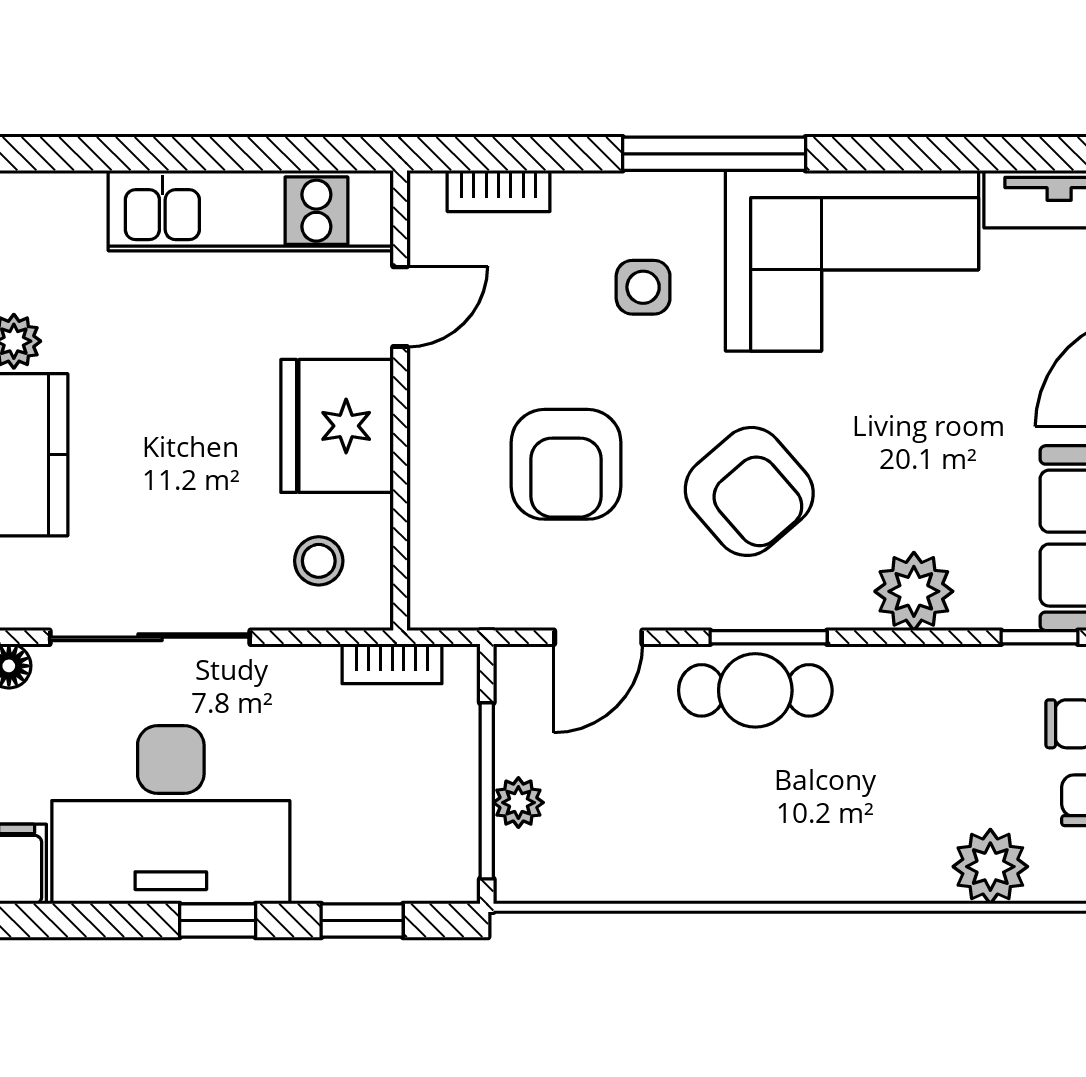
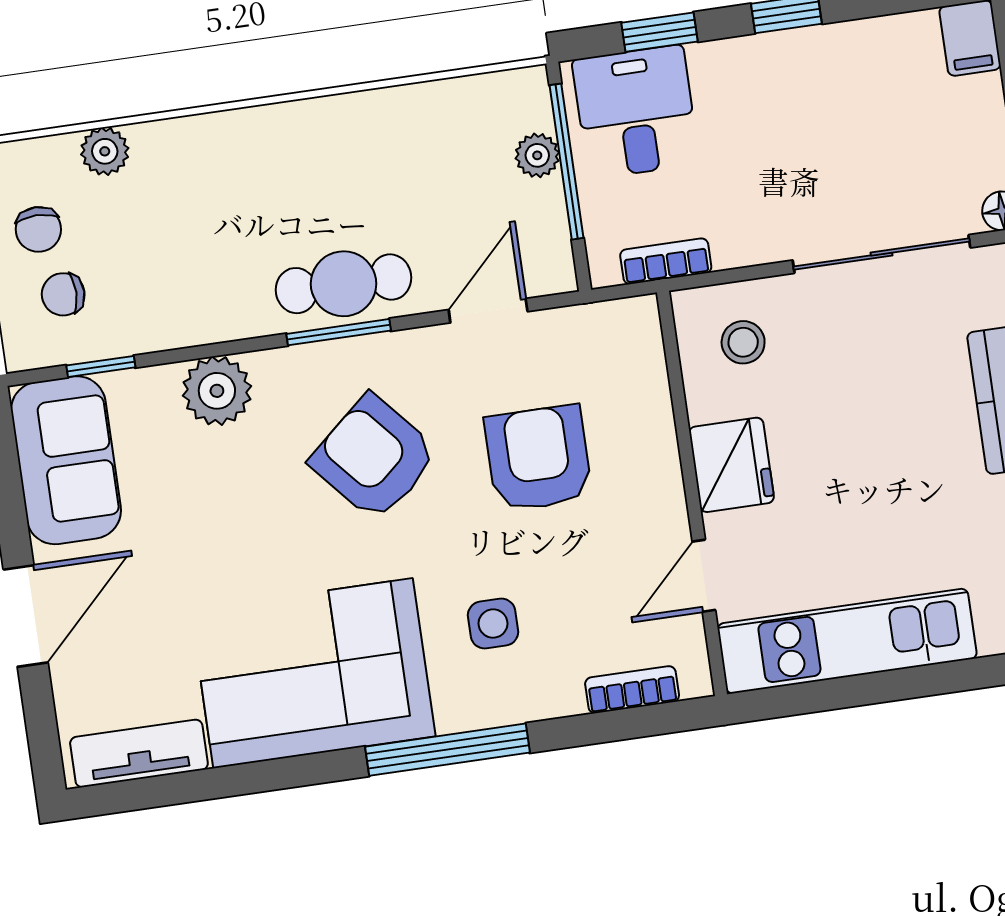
fridge: (337, 426) -> (732, 465), width x0.73, depth x0.75
desk: (171, 815) -> (636, 112), moved, width x0.53, depth x0.77
plant: (990, 867) -> (105, 151), width x0.73, depth x0.73

